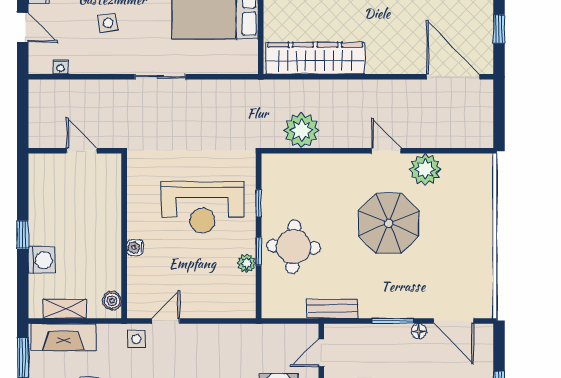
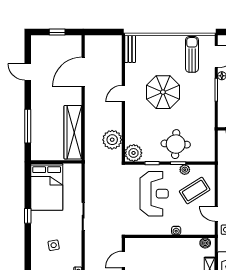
door: (453, 77) -> (83, 72), moved
plant: (425, 169) -> (134, 153), moved
sun lounger: (458, 276) -> (192, 54), added
coffee table: (208, 281) -> (195, 191), added
bench: (333, 309) -> (130, 49), moved

